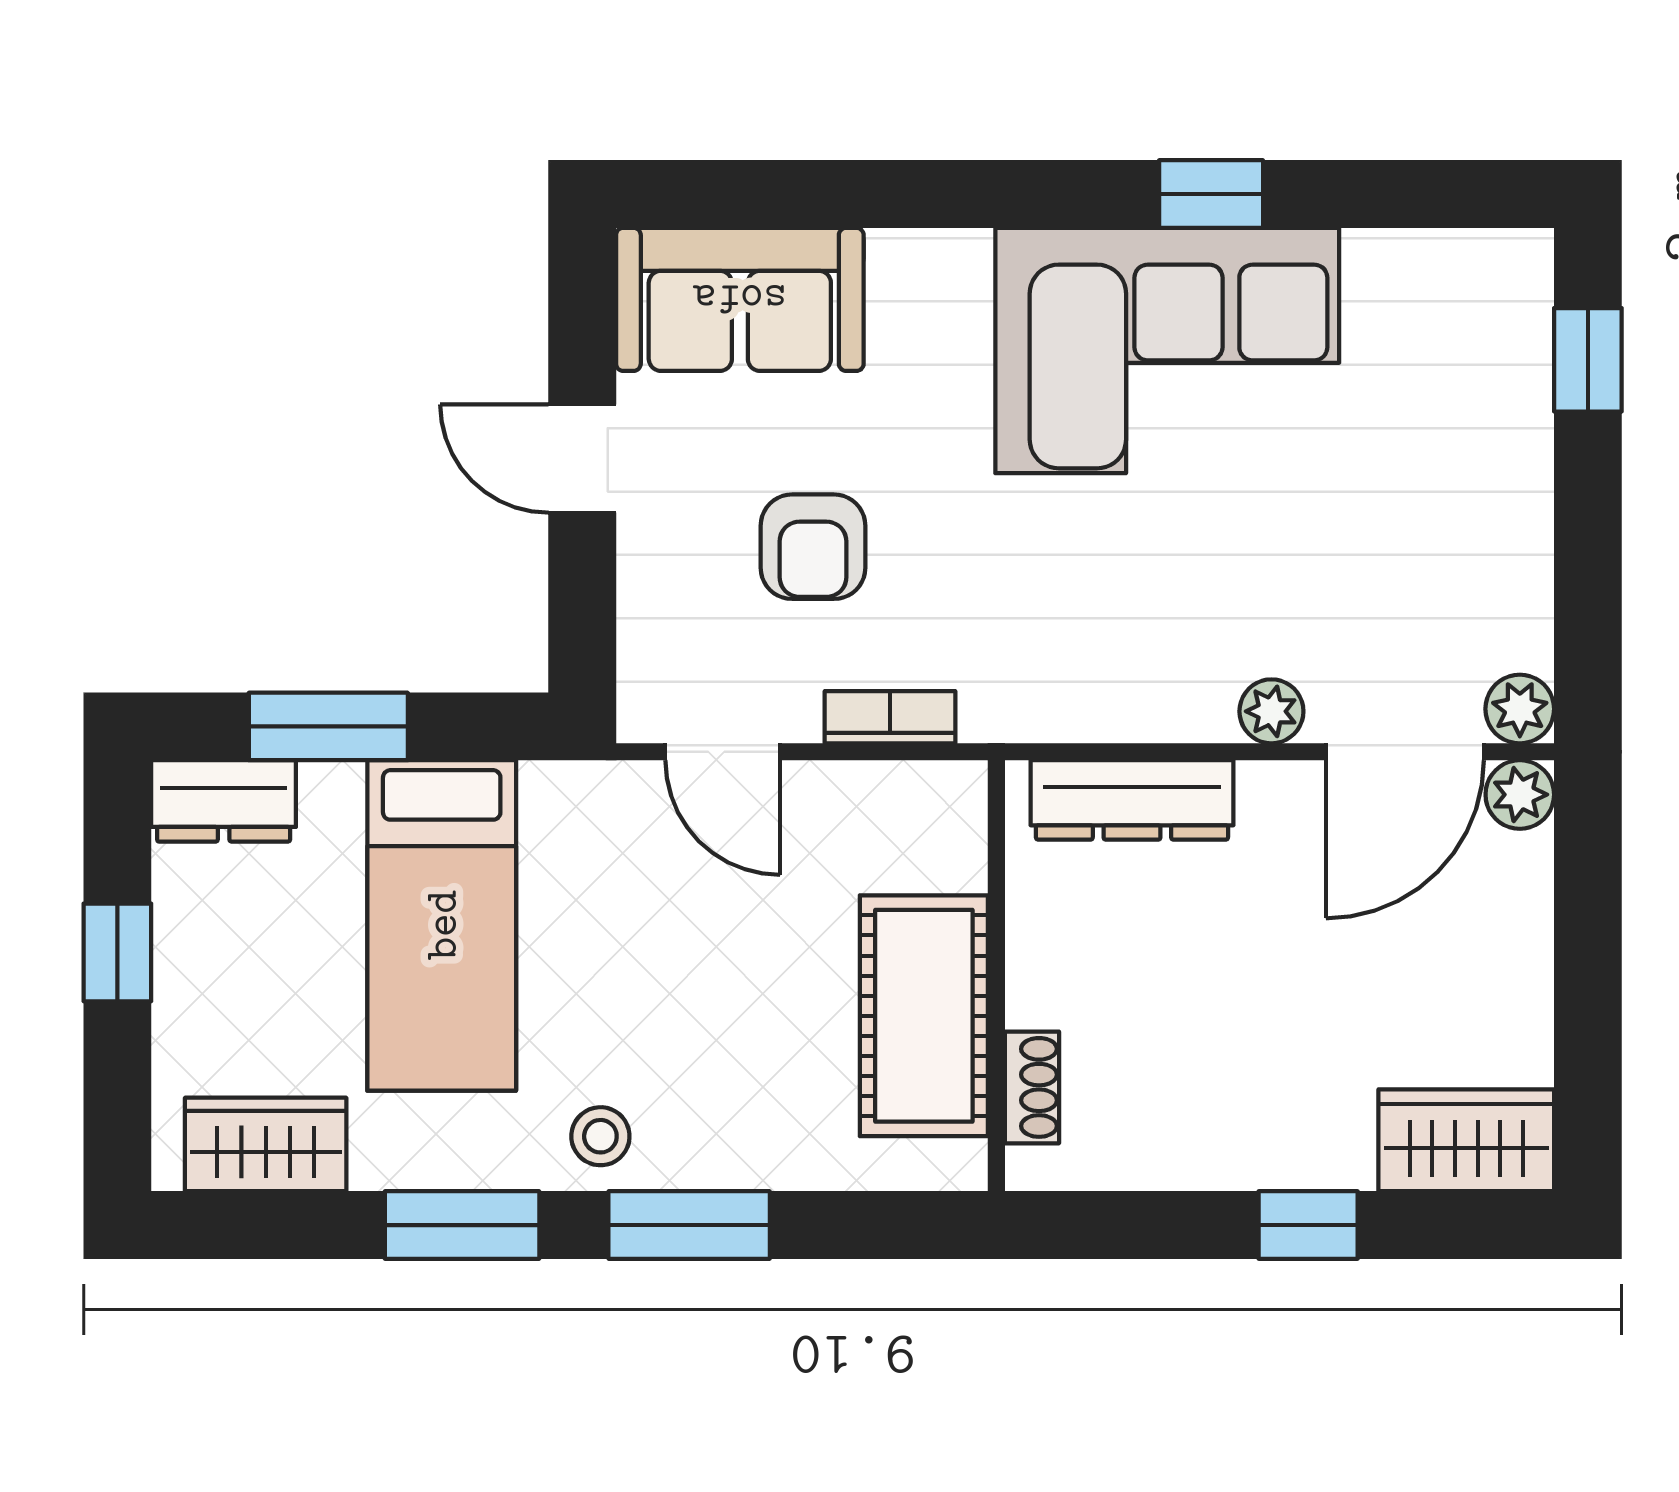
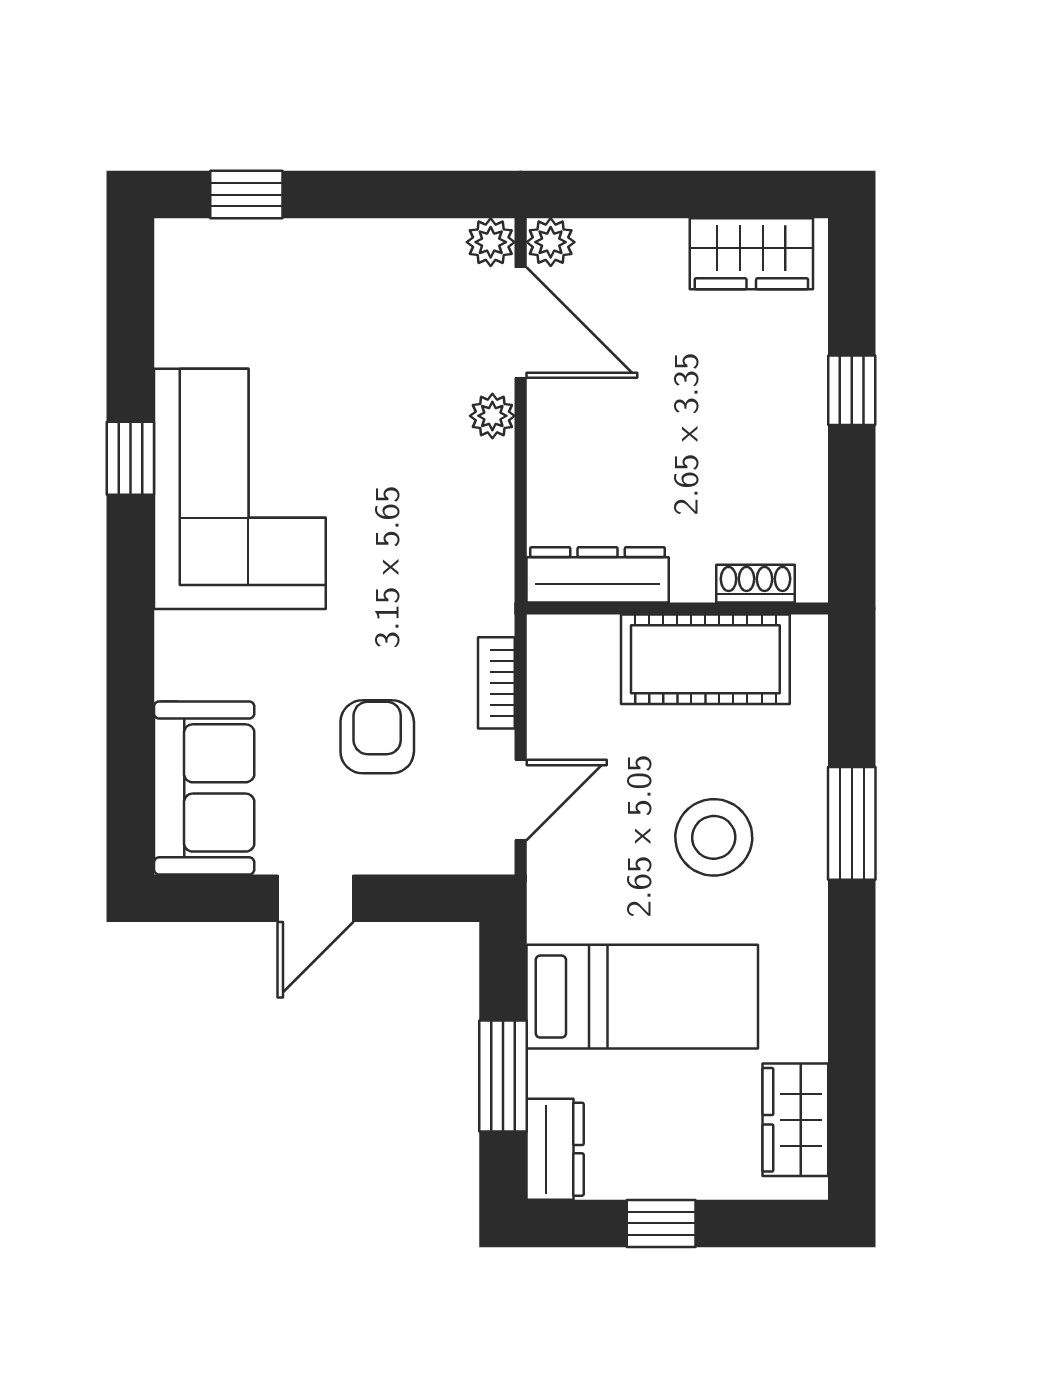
armchair: (813, 547) -> (377, 737), turned -90
dresser: (1132, 800) -> (598, 575), moved, turned -90
stool: (600, 1136) -> (714, 837), moved, width x1.89, depth x1.89
wardrobe: (1466, 1140) -> (751, 254), moved, turned -90
window: (462, 1225) -> (852, 982), removed

